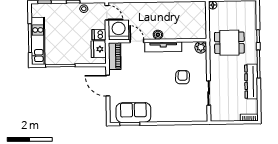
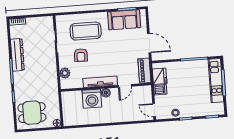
washing machine: (119, 30) -> (92, 99), moved
door: (137, 41) -> (125, 86), hinge flipped
dining table: (229, 43) -> (32, 113), moved
plant: (201, 47) -> (65, 73), moved
coffee table: (176, 103) -> (86, 31), added

